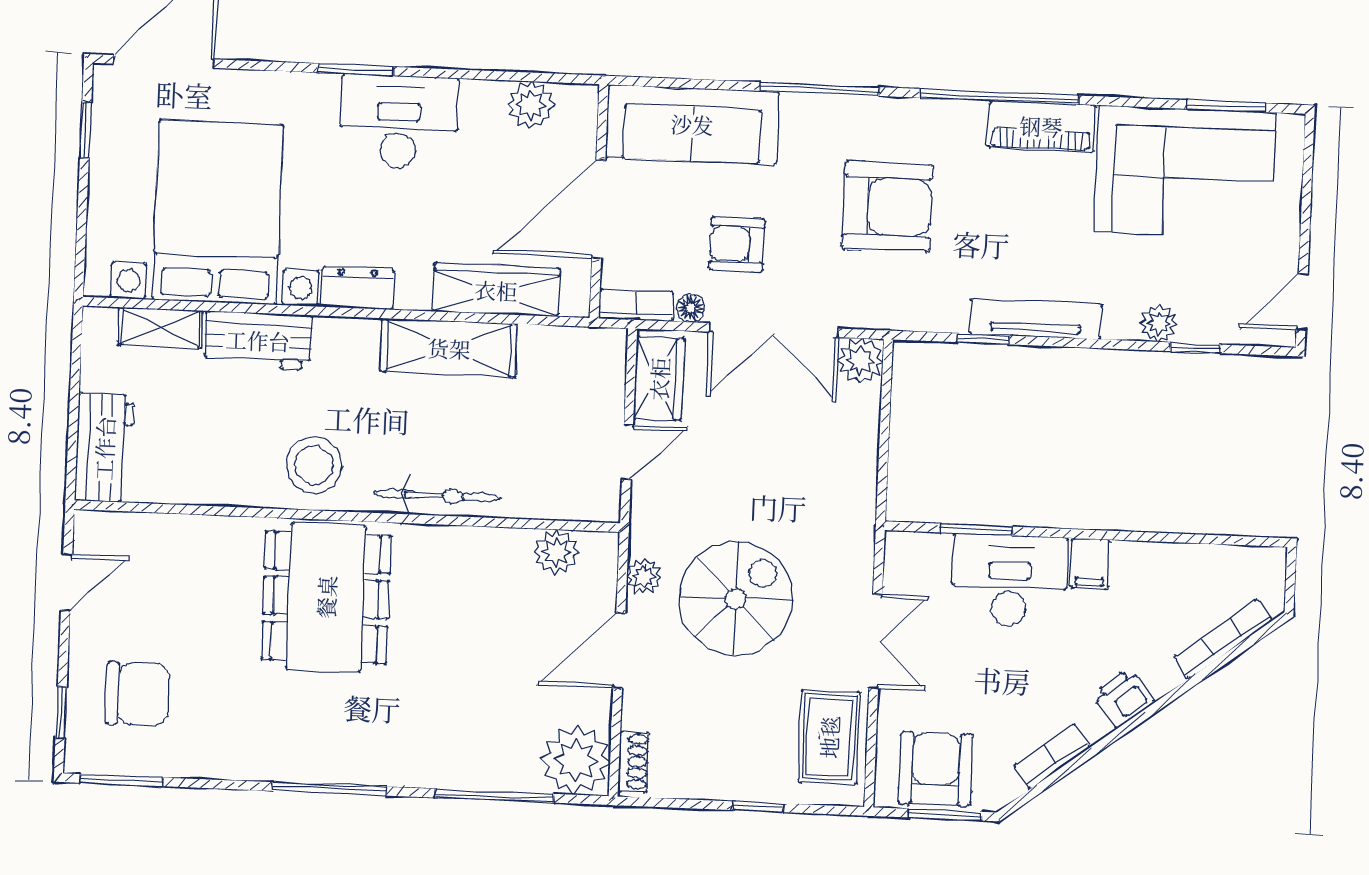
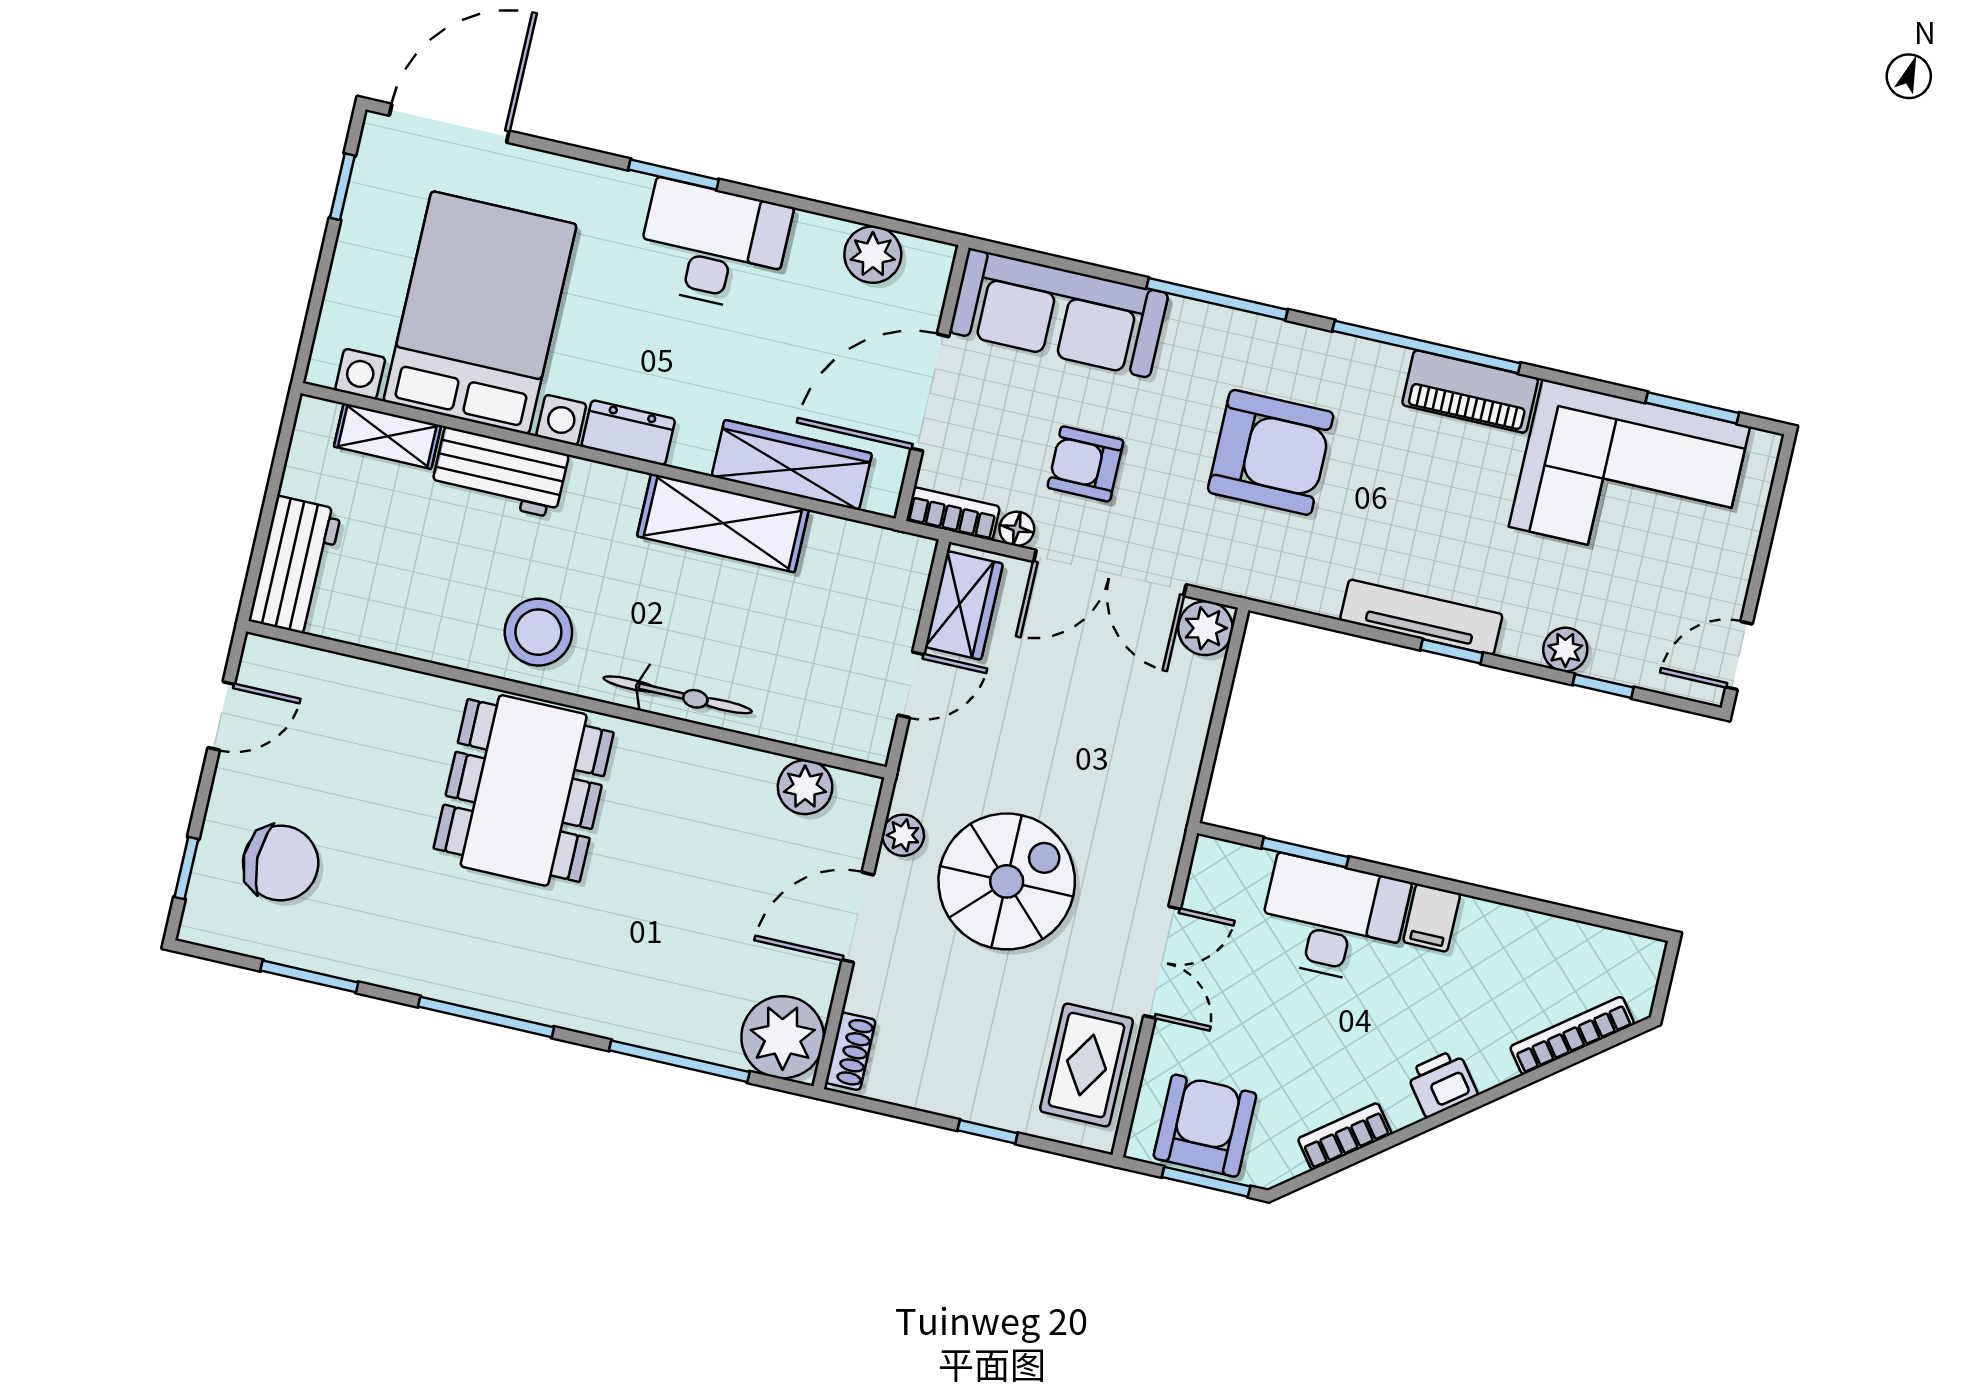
window: (983, 339) -> (1452, 651), moved
window: (121, 780) -> (309, 976), moved

